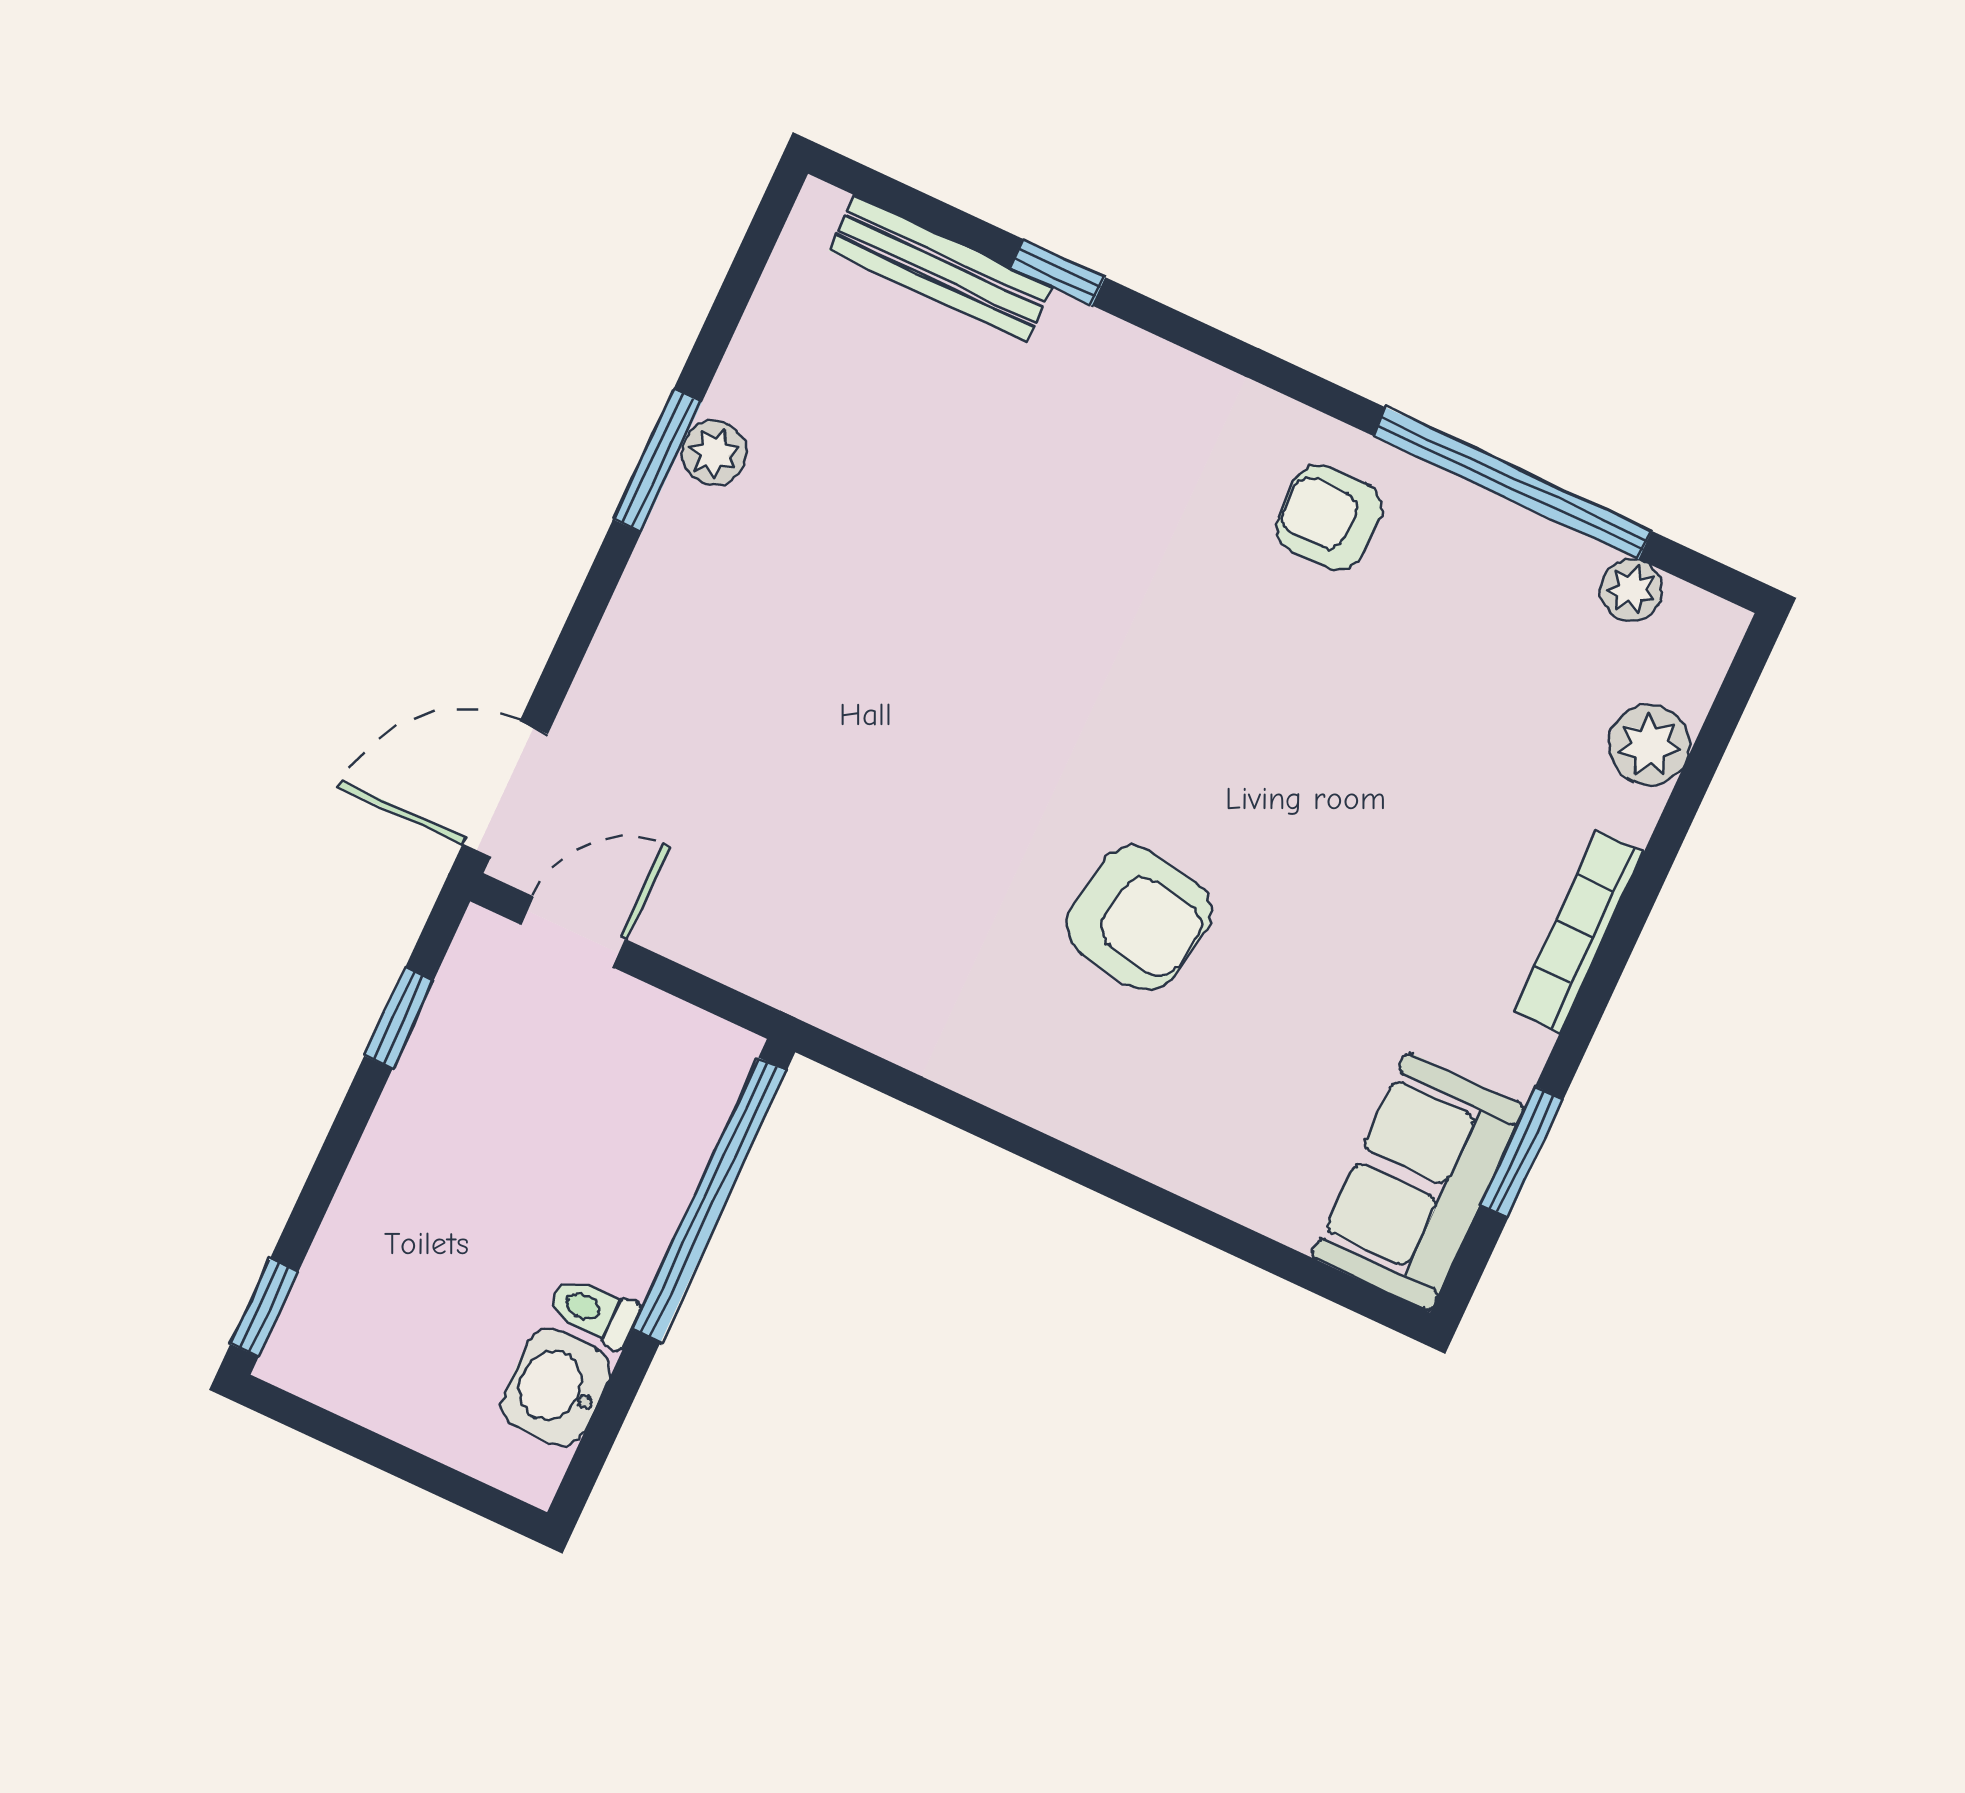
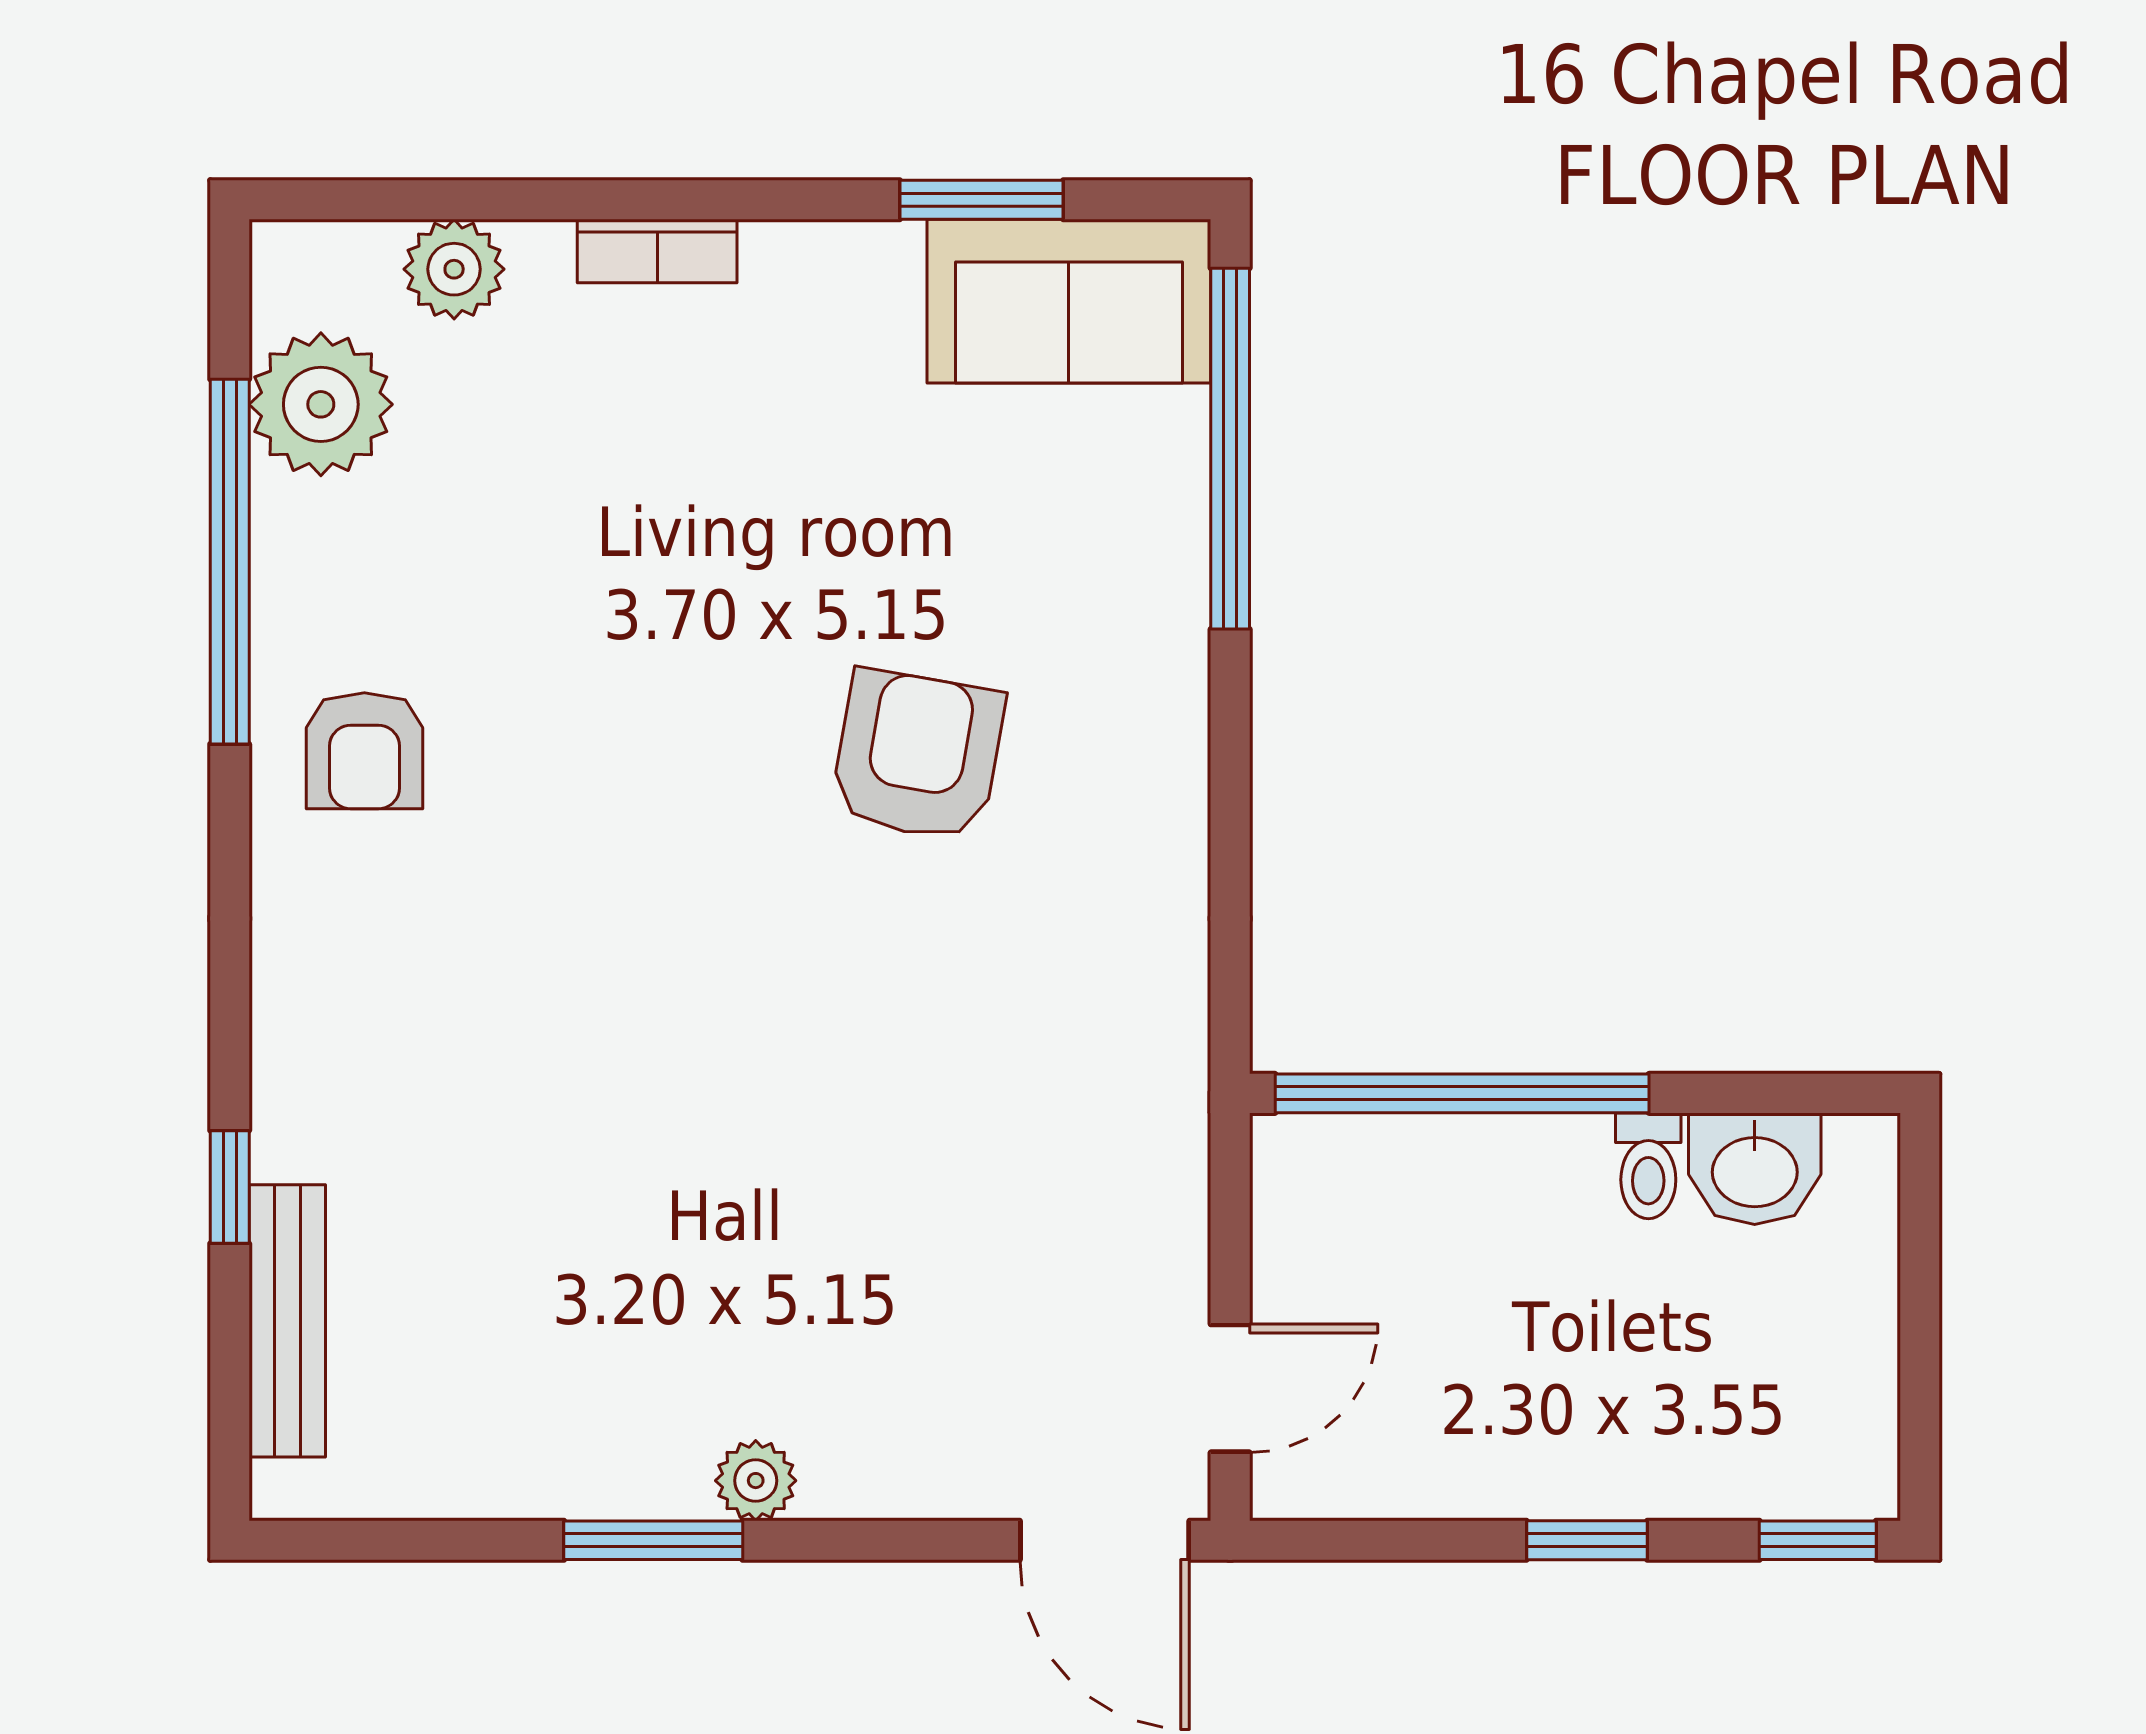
plant: (714, 453) -> (756, 1481), moved
plant: (1632, 590) -> (321, 404), width x1.88, depth x1.88
door: (573, 932) -> (1230, 1388), swing flipped
bookcase: (1579, 932) -> (657, 251), width x0.64
window: (399, 1018) -> (1587, 1540), moved
window: (1257, 1249) -> (1230, 449), added

